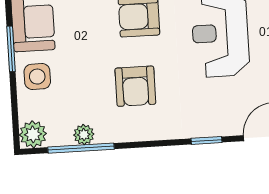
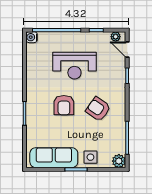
armchair: (135, 86) -> (98, 109), turned -145
plant: (84, 135) -> (120, 136), removed

